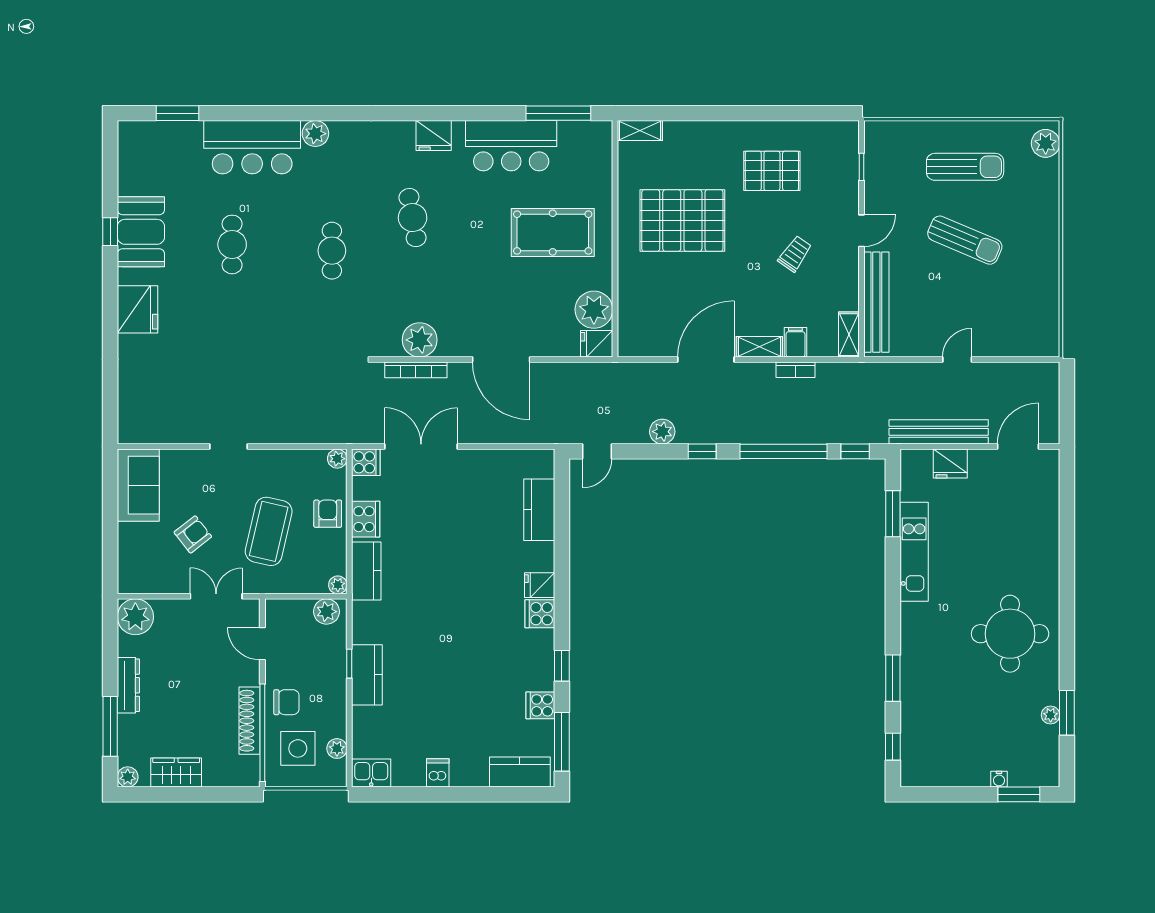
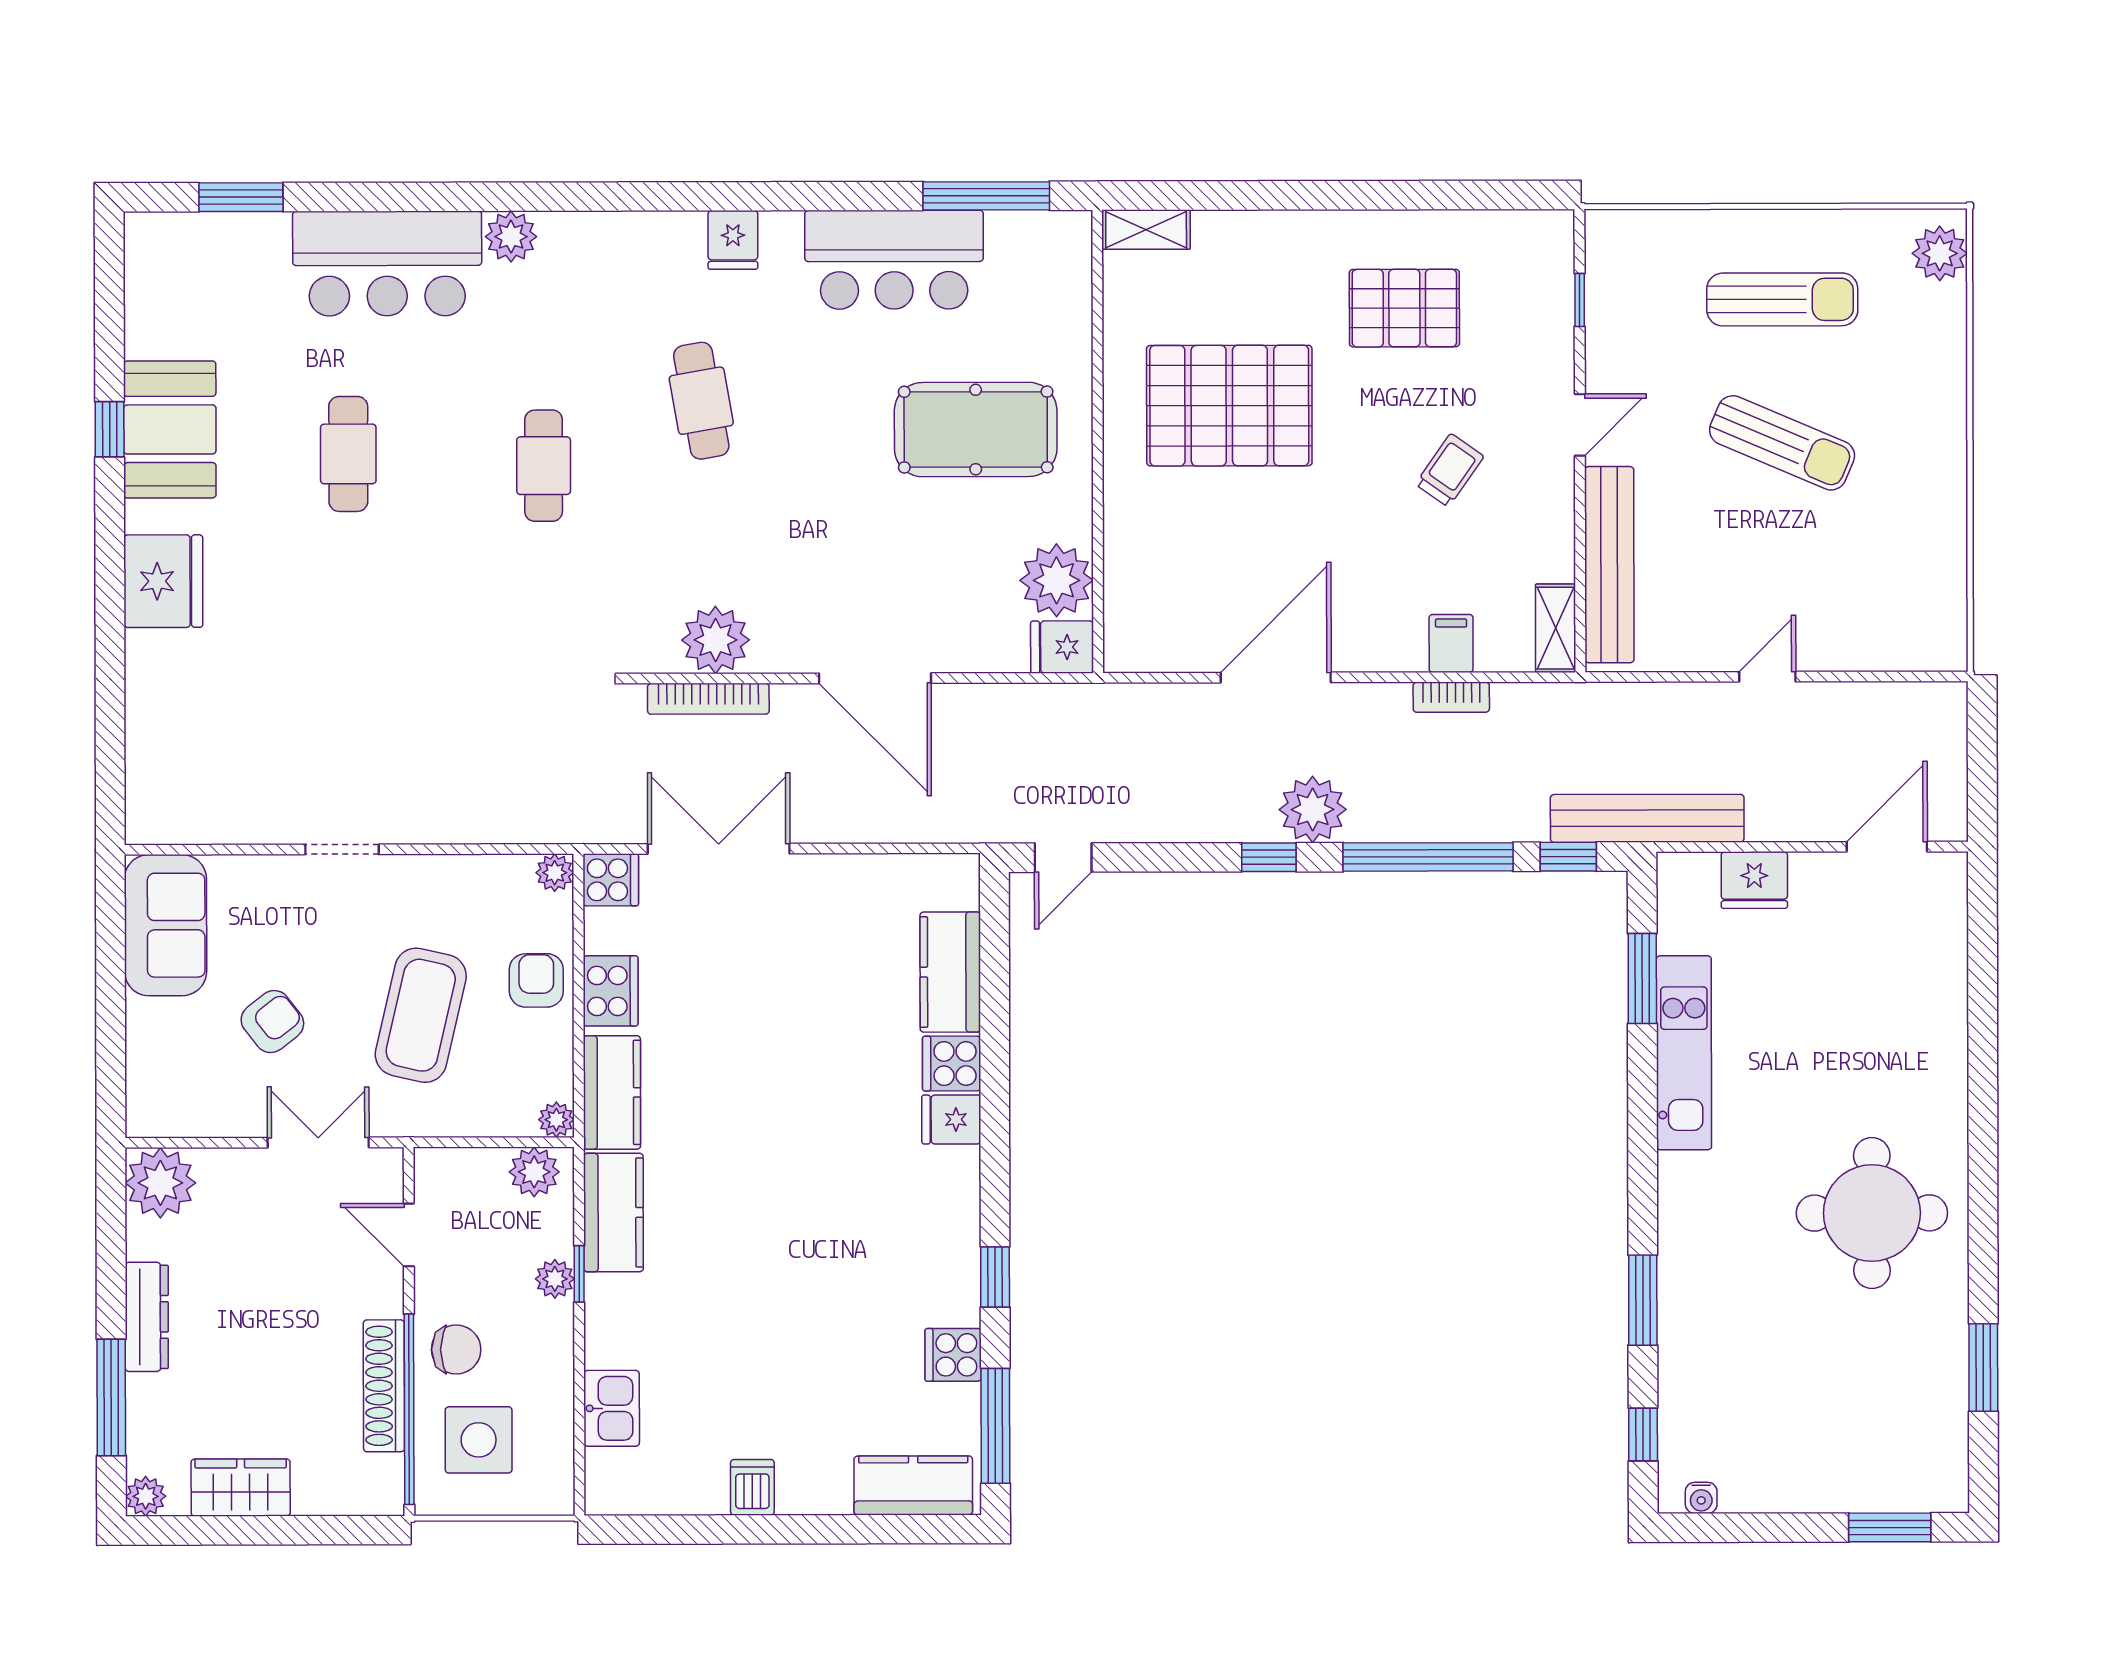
fridge: (434, 135) -> (733, 240), width x0.72
shelving: (759, 347) -> (1381, 652), removed
plant: (662, 432) -> (1313, 810), moved, width x1.36, depth x1.36
bench: (939, 432) -> (1647, 818), moved
cooker: (540, 614) -> (952, 1064), moved
kitchen counter: (367, 675) -> (613, 1213), moved
plant: (1051, 715) -> (1951, 1372), removed
plant: (337, 749) -> (555, 1279), moved
kitchen sink: (371, 773) -> (612, 1408), moved, turned 90
water cooler: (999, 779) -> (1701, 1498), moved

